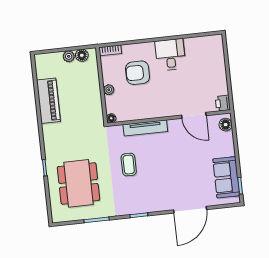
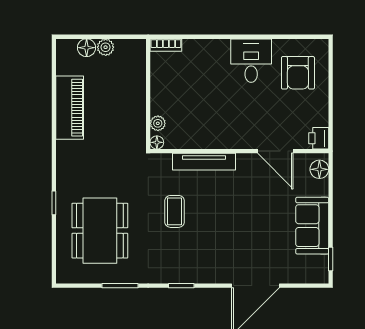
floor lamp: (82, 55) -> (87, 48), moved
armchair: (138, 73) -> (298, 73), moved, turned -90
plant: (109, 90) -> (158, 123), moved
sofa: (226, 177) -> (312, 226), moved

